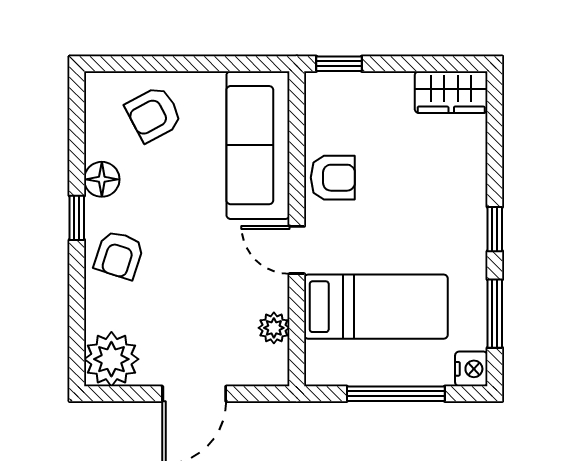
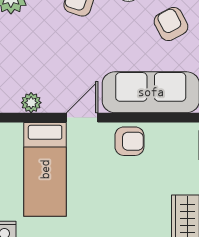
armchair: (333, 178) -> (129, 141), turned -90

